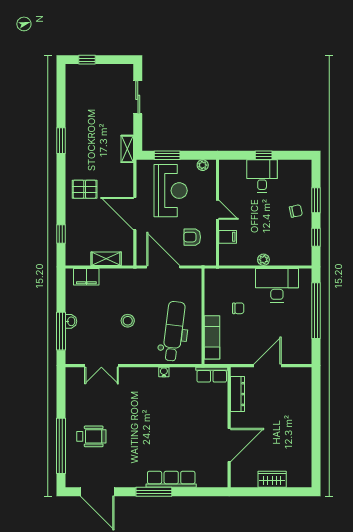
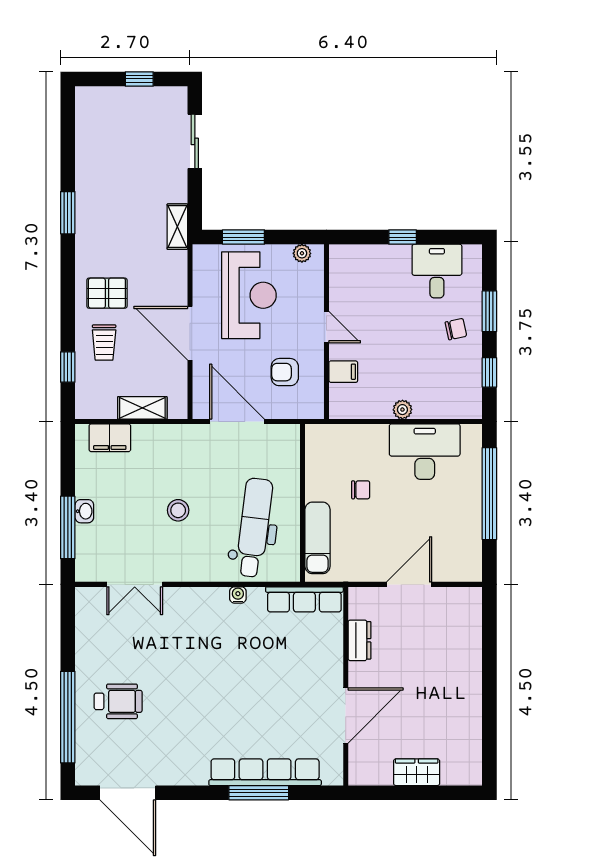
window: (87, 60) -> (139, 79), moved
desk: (262, 176) -> (437, 271), moved
trolley: (83, 219) -> (104, 342), added
row of seats: (212, 375) -> (304, 599), width x1.48
dresser: (237, 394) -> (359, 640), width x0.70
row of seats: (171, 479) -> (265, 772), width x1.36
window: (154, 492) -> (259, 793), moved

